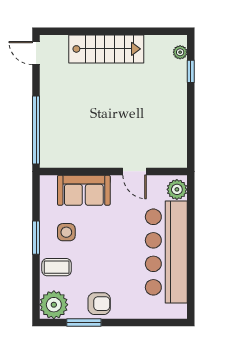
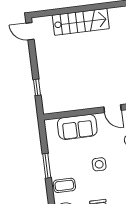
window: (36, 130) -> (37, 87), width x0.32
side table: (66, 232) -> (99, 164), moved

